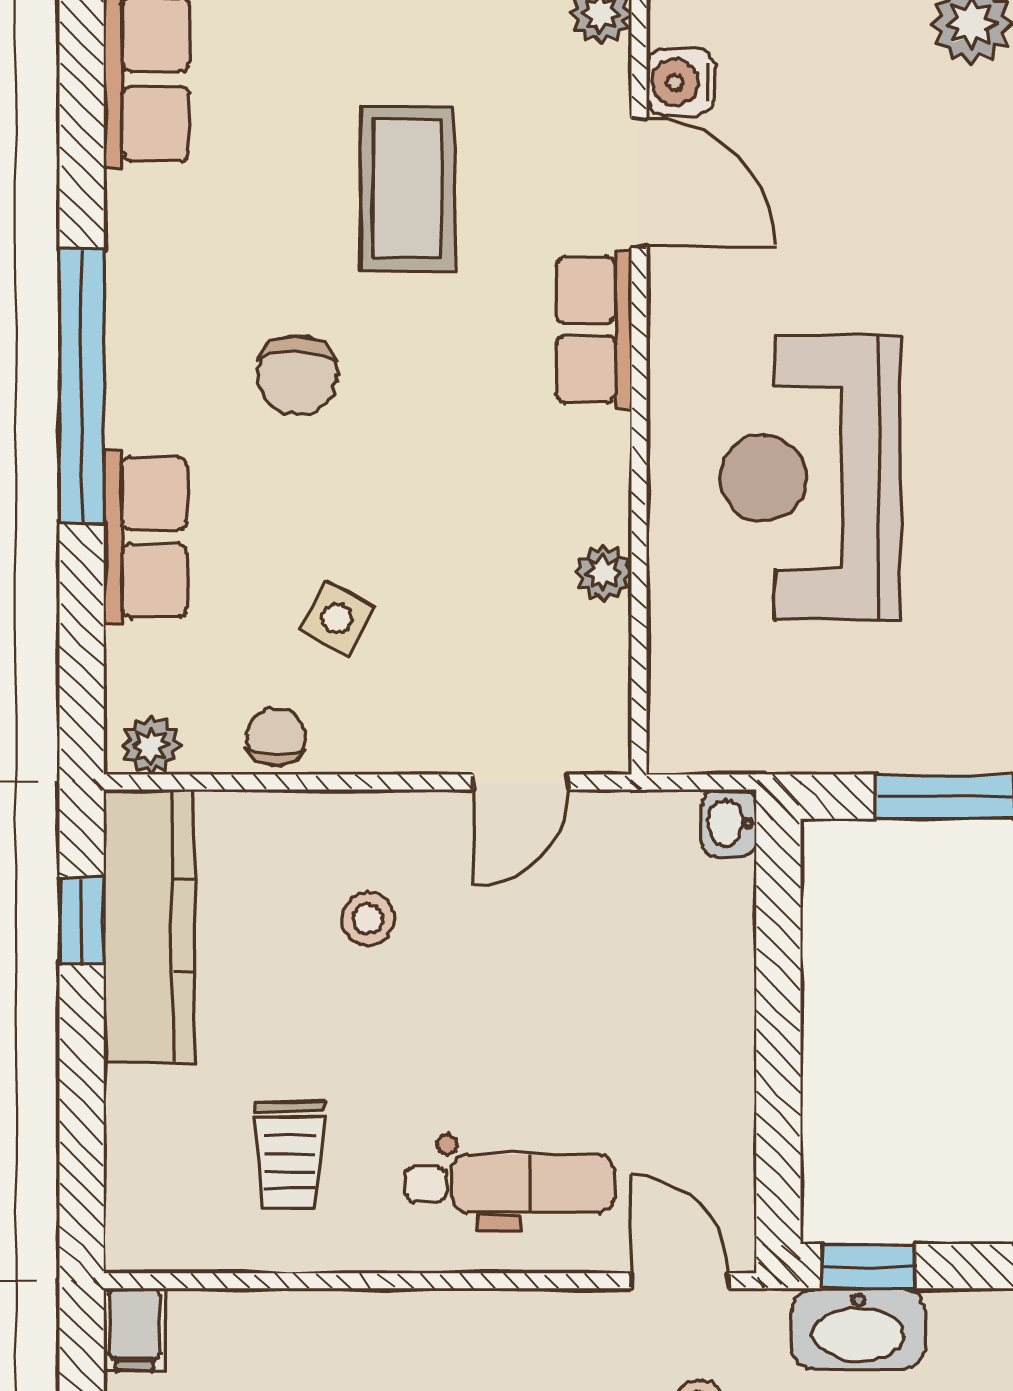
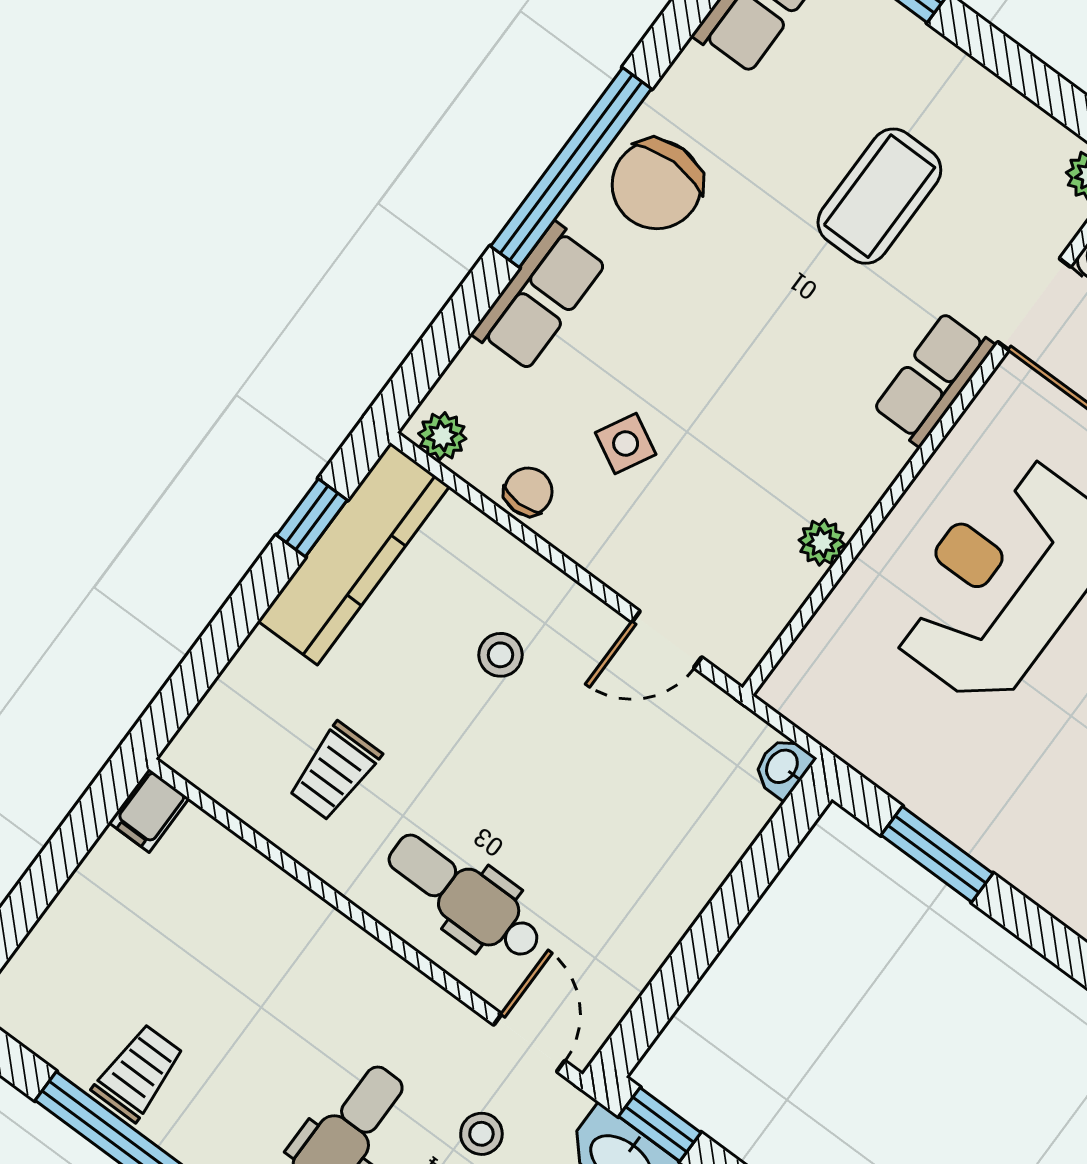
chair: (297, 375) -> (657, 184), moved, width x1.37, depth x1.37
dental chair: (510, 1184) -> (465, 897), turned 180

